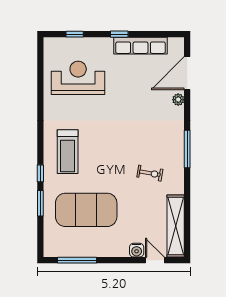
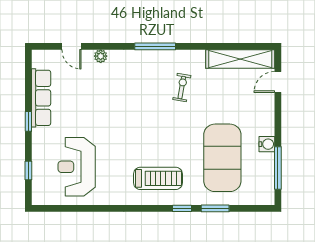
door: (187, 73) -> (71, 46), width x0.53
water cooler: (137, 250) -> (267, 144), moved

